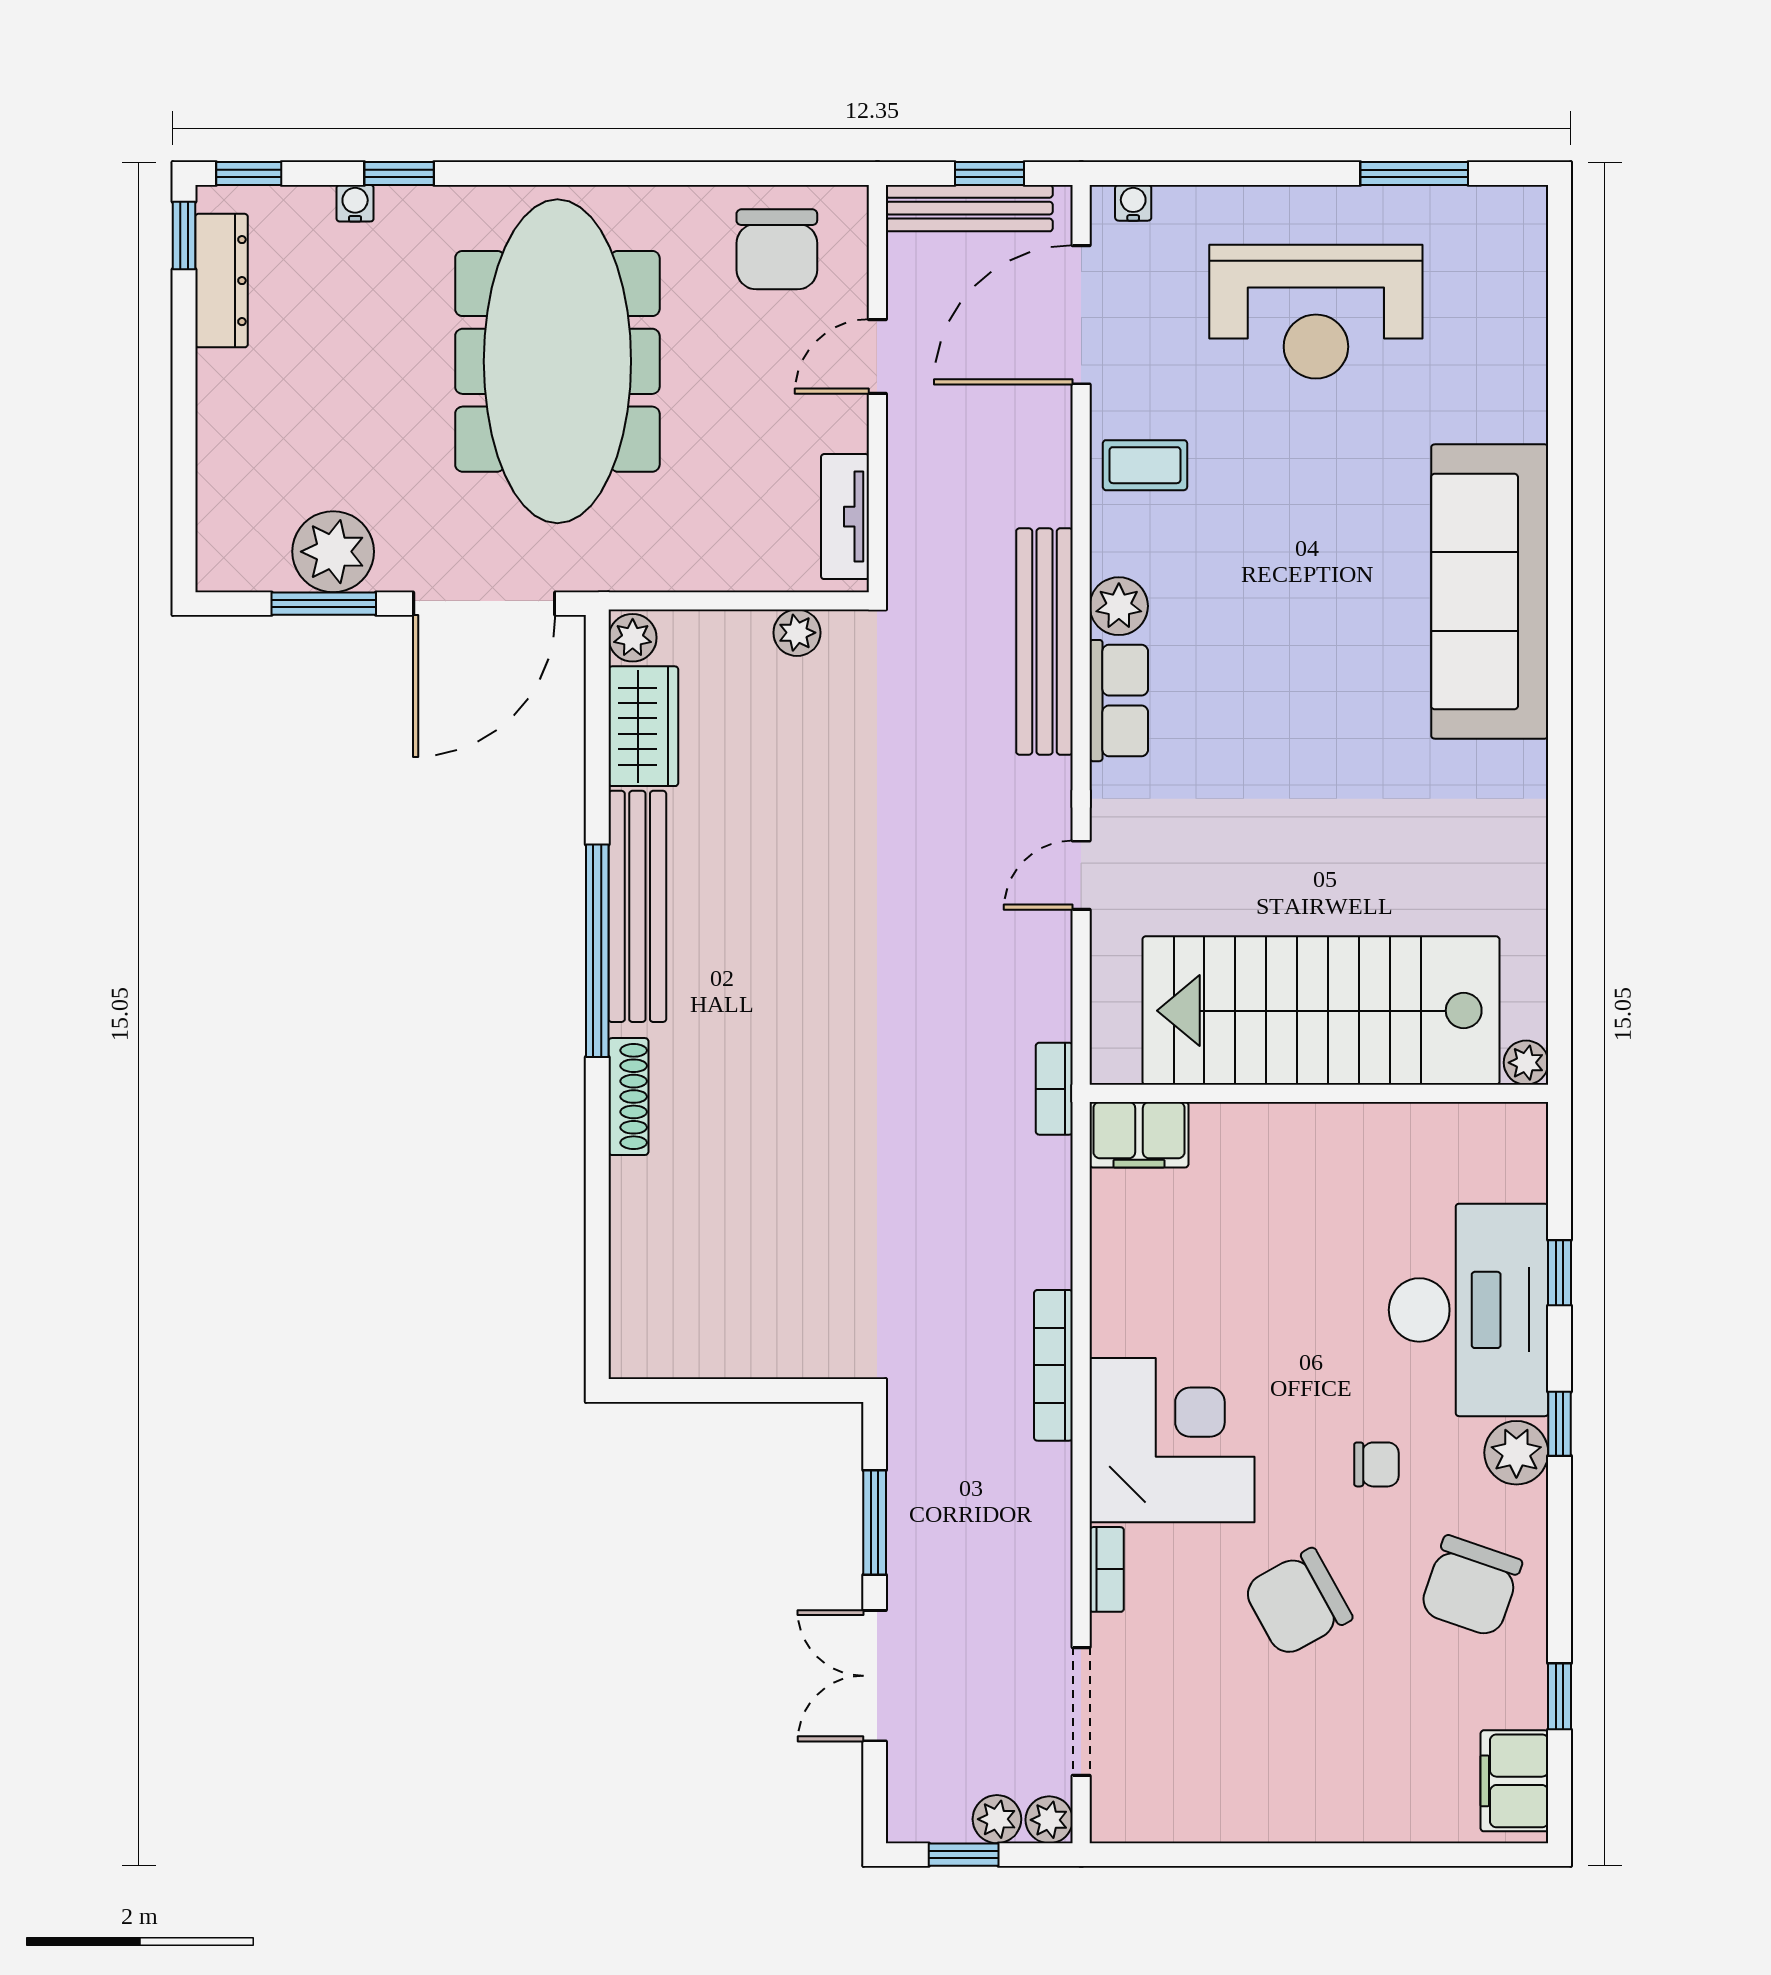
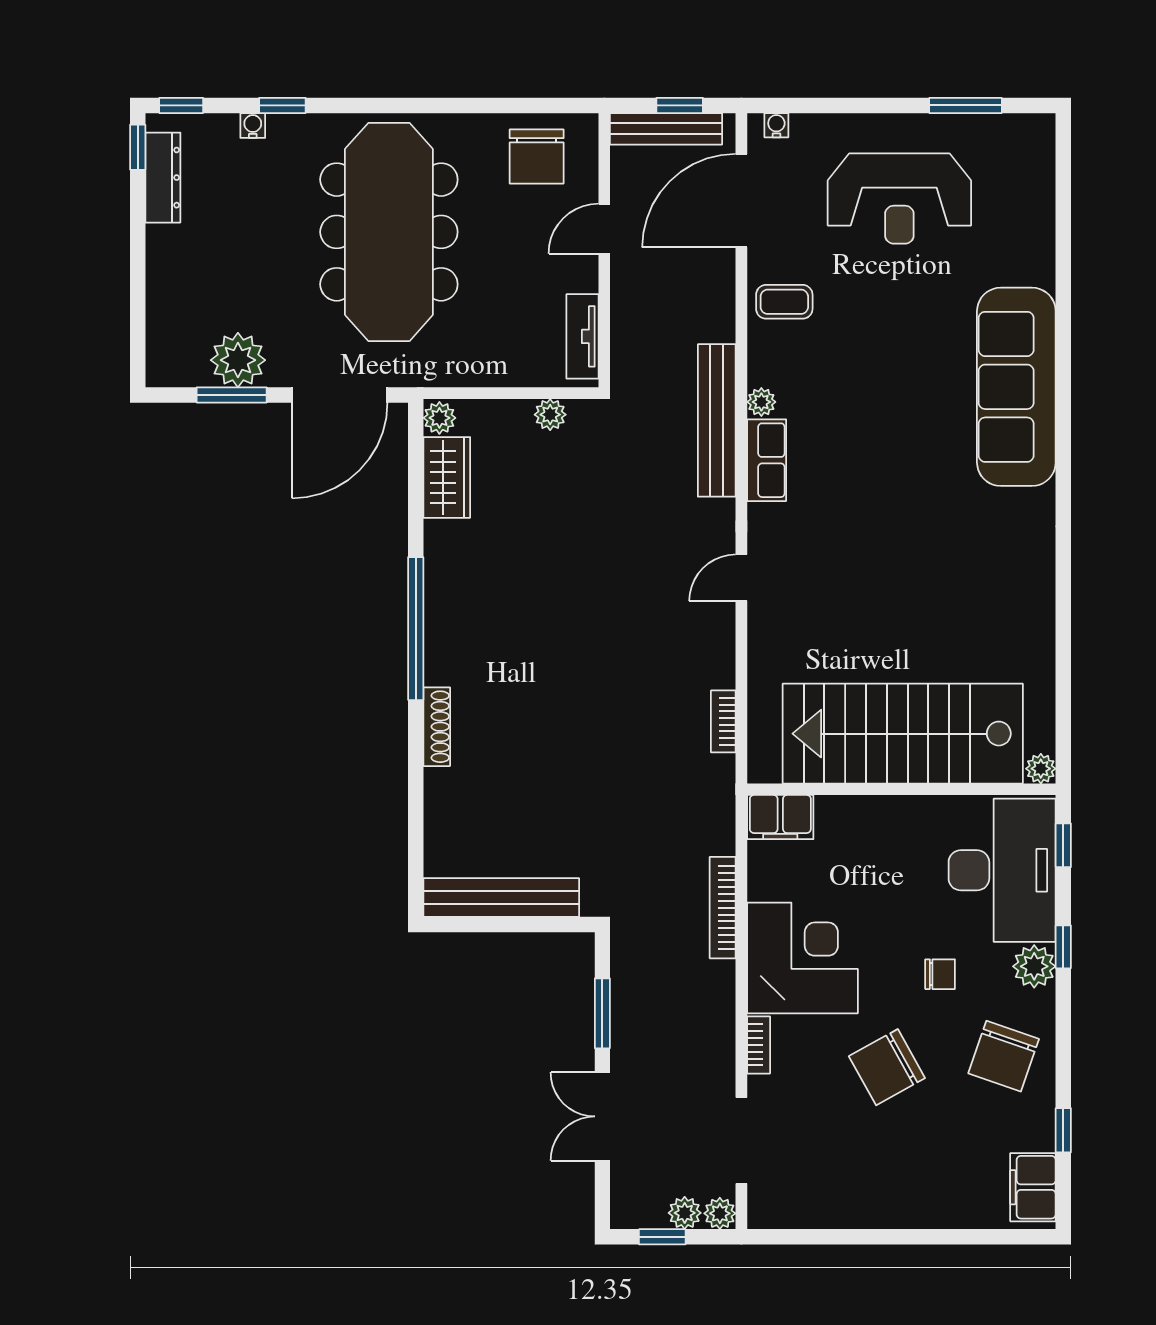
plant: (1119, 606) -> (761, 402), width x0.73, depth x0.73
bench: (637, 906) -> (501, 897), moved, turned 90
stairs: (1321, 1011) -> (903, 734), moved
plant: (1526, 1063) -> (1041, 769), moved
wall: (1319, 1093) -> (901, 789), moved
filing cabinet: (1139, 1135) -> (780, 817), moved

